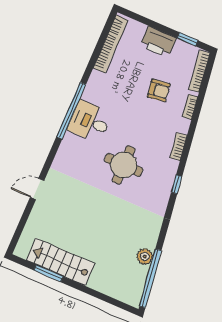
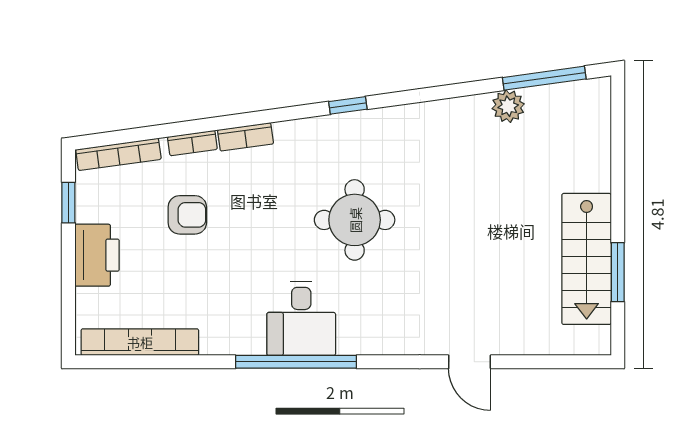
armchair: (159, 90) -> (187, 215), turned 98
bookcase: (178, 147) -> (246, 137), moved
window: (150, 278) -> (544, 78), width x0.68

